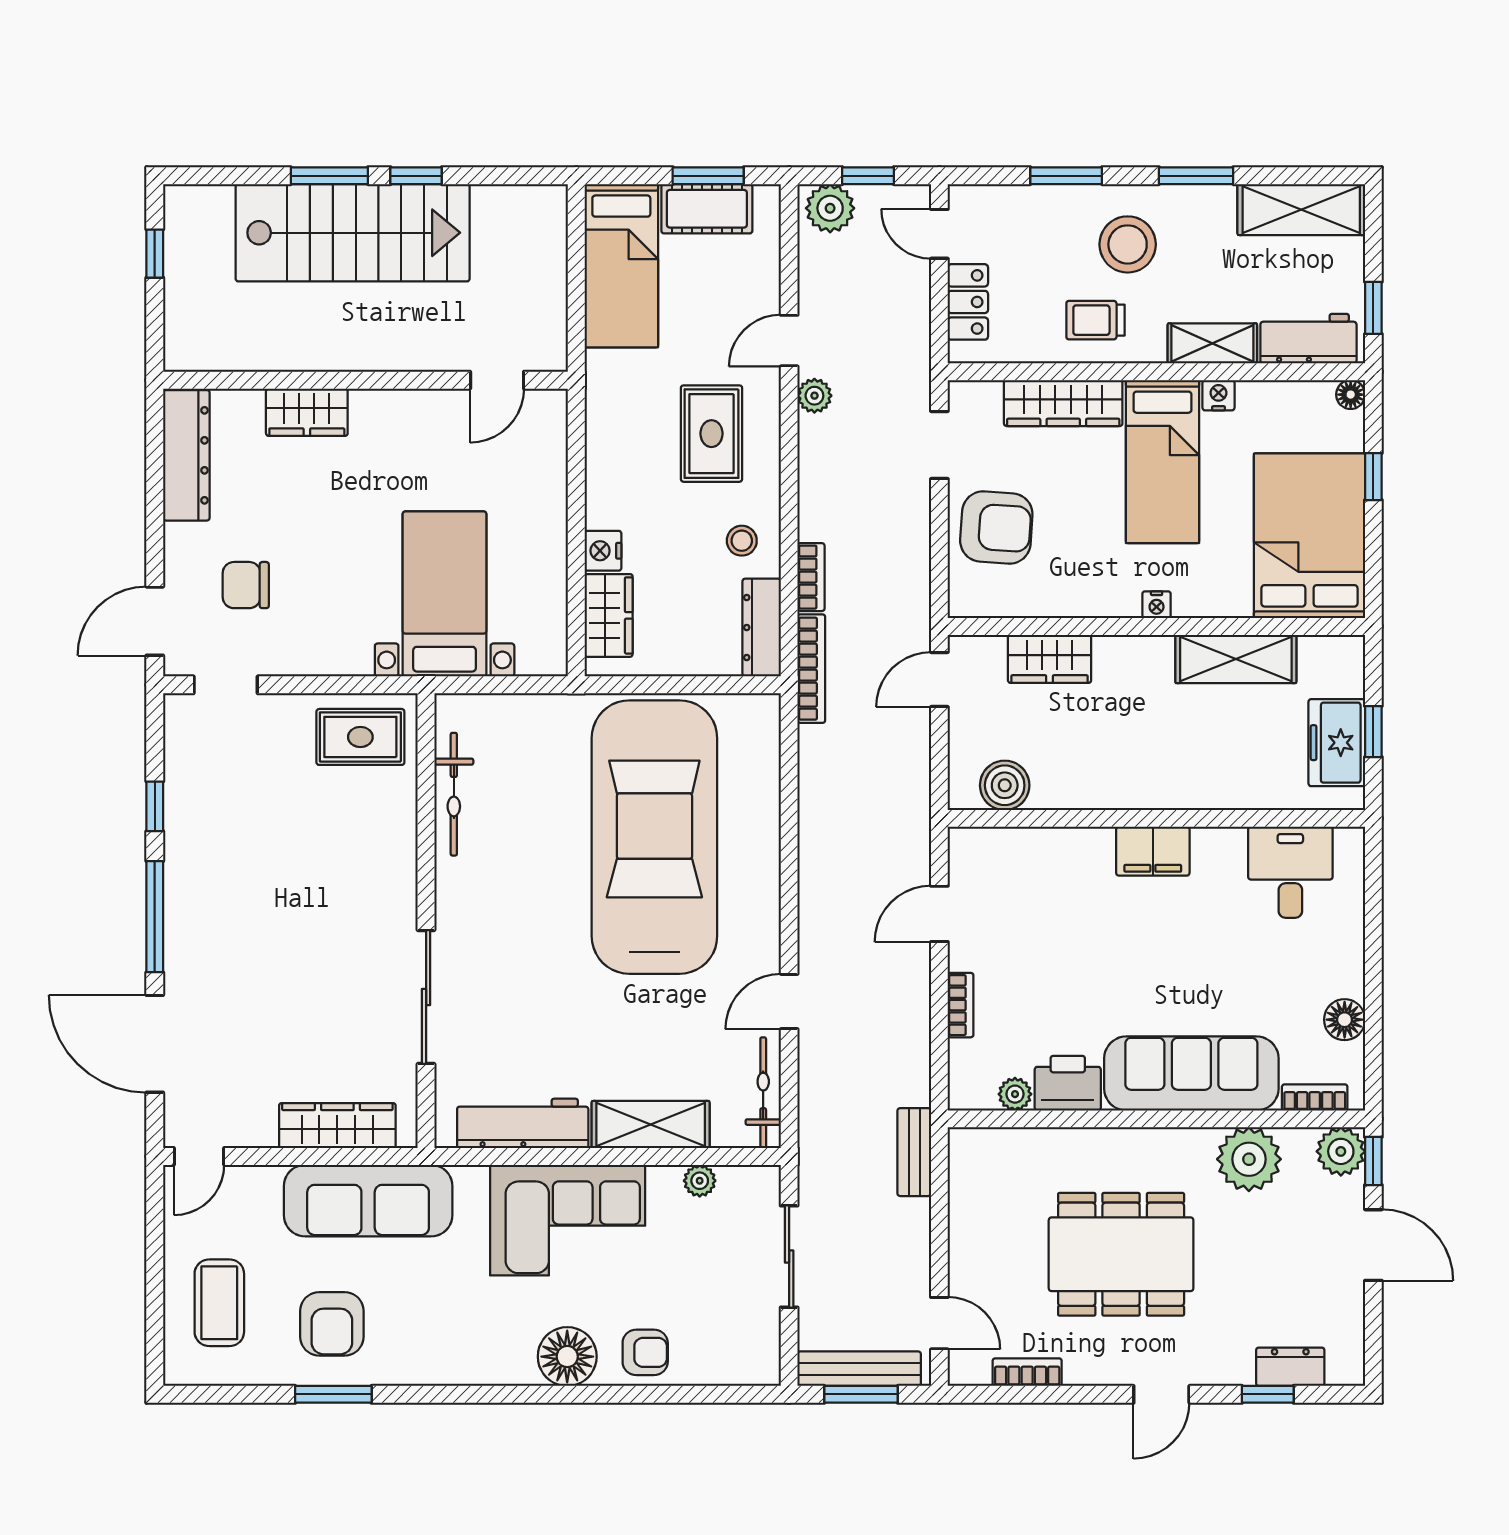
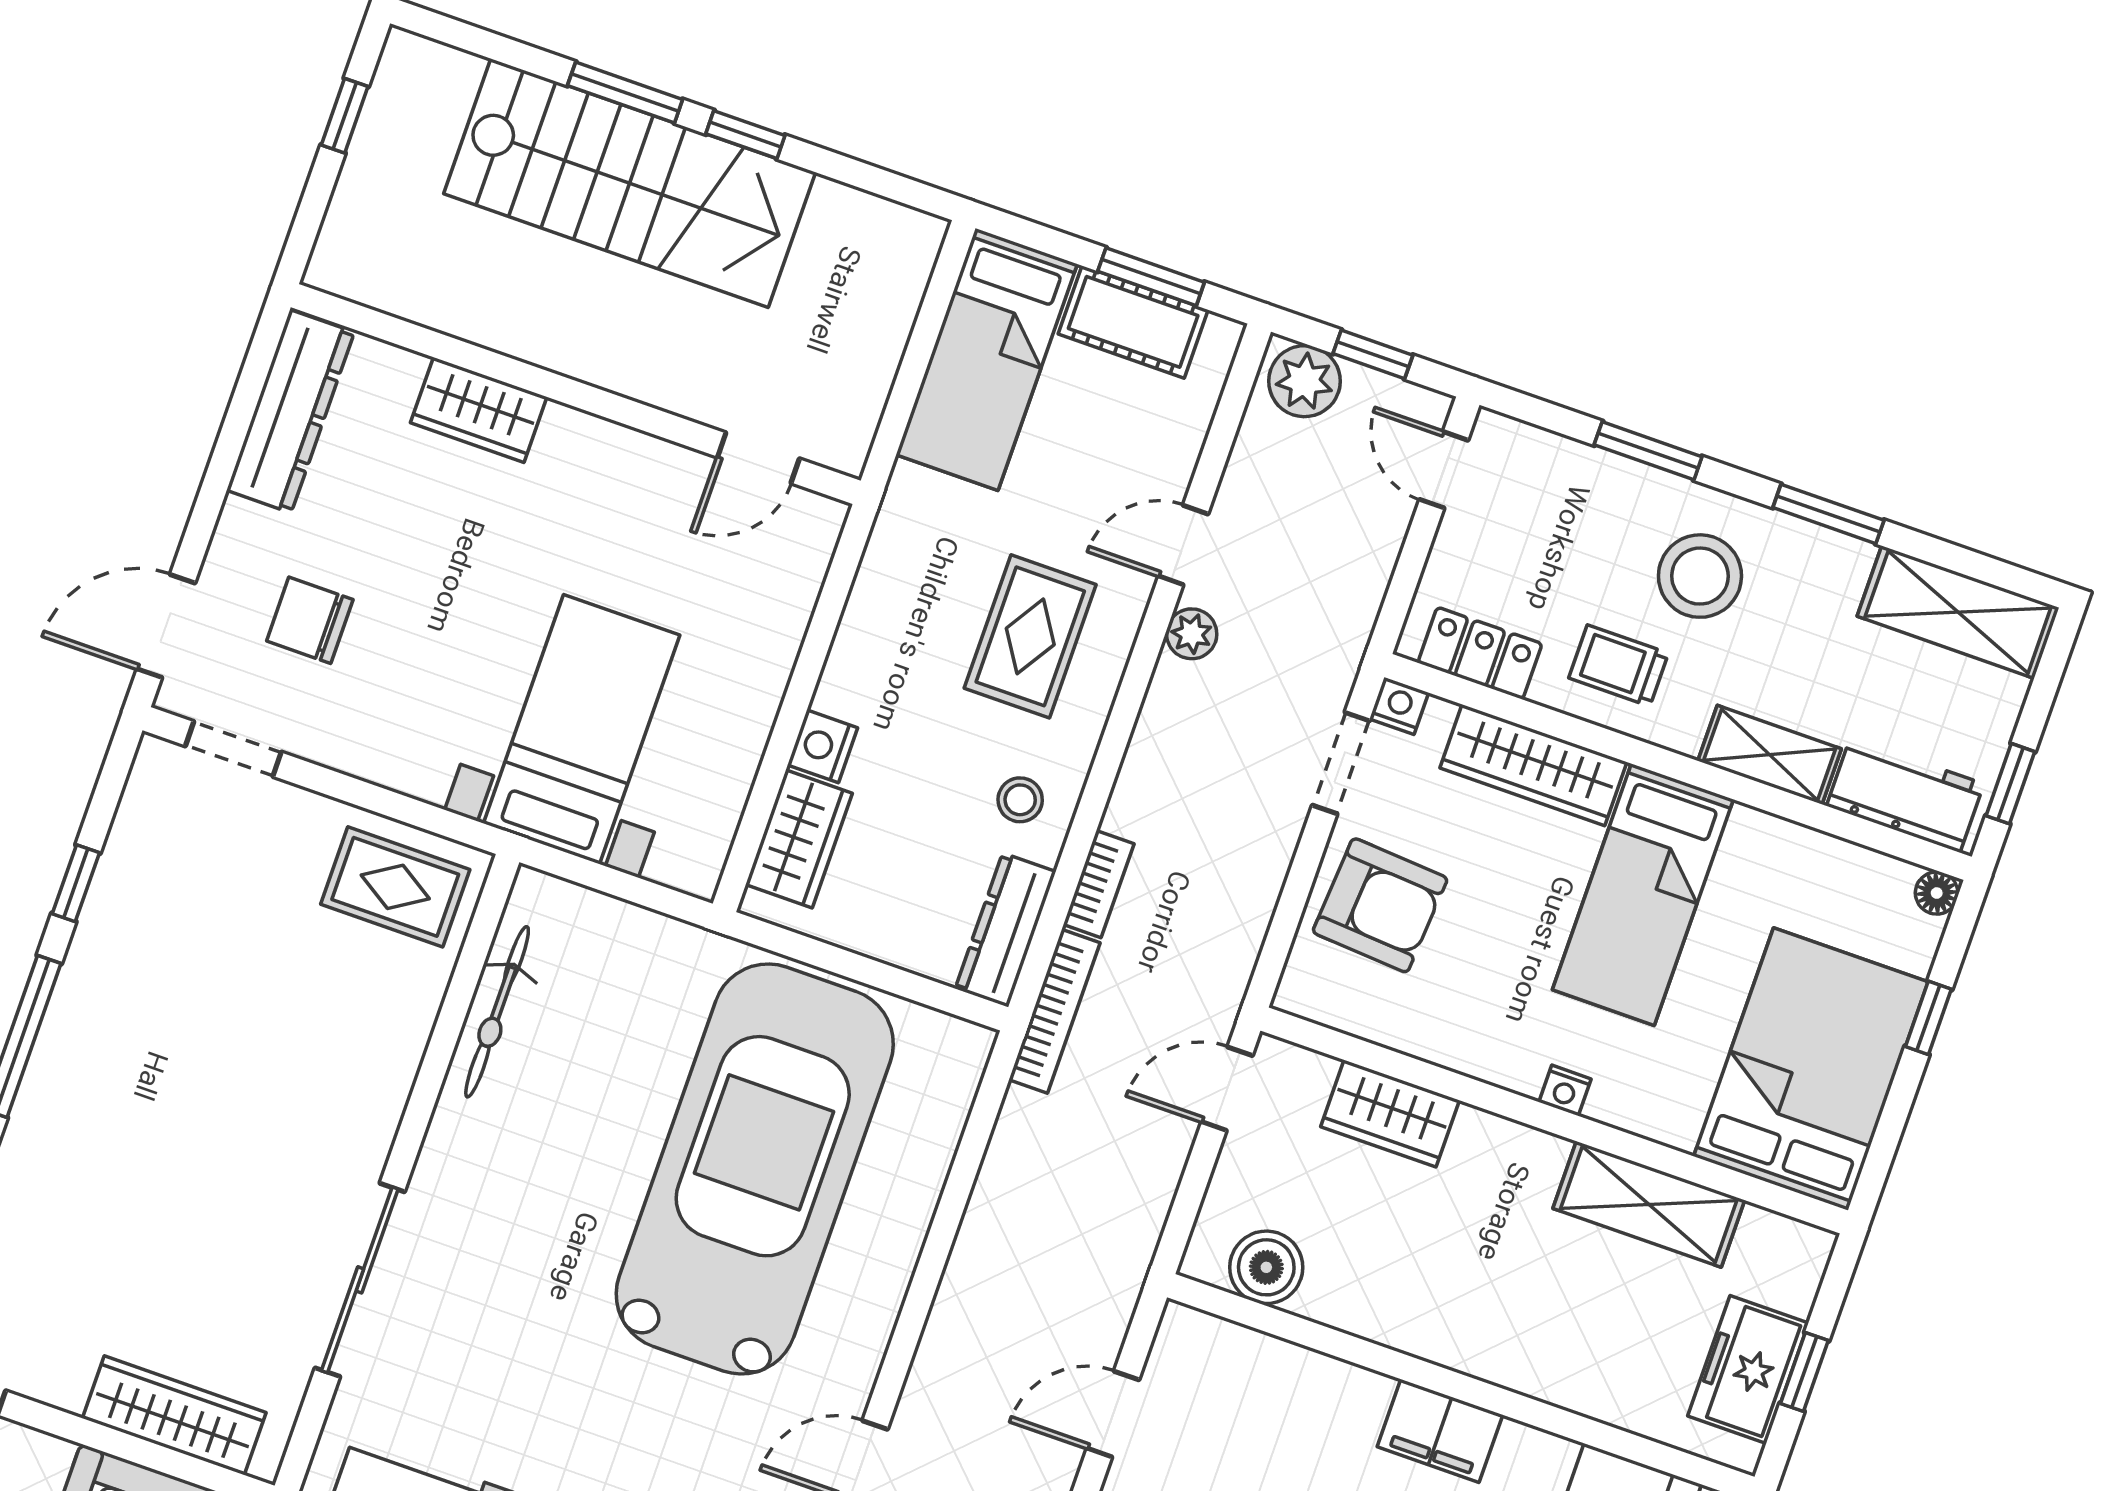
locker: (968, 302) -> (1480, 653), moved, turned -90
nightstand: (1218, 395) -> (1399, 706), moved

